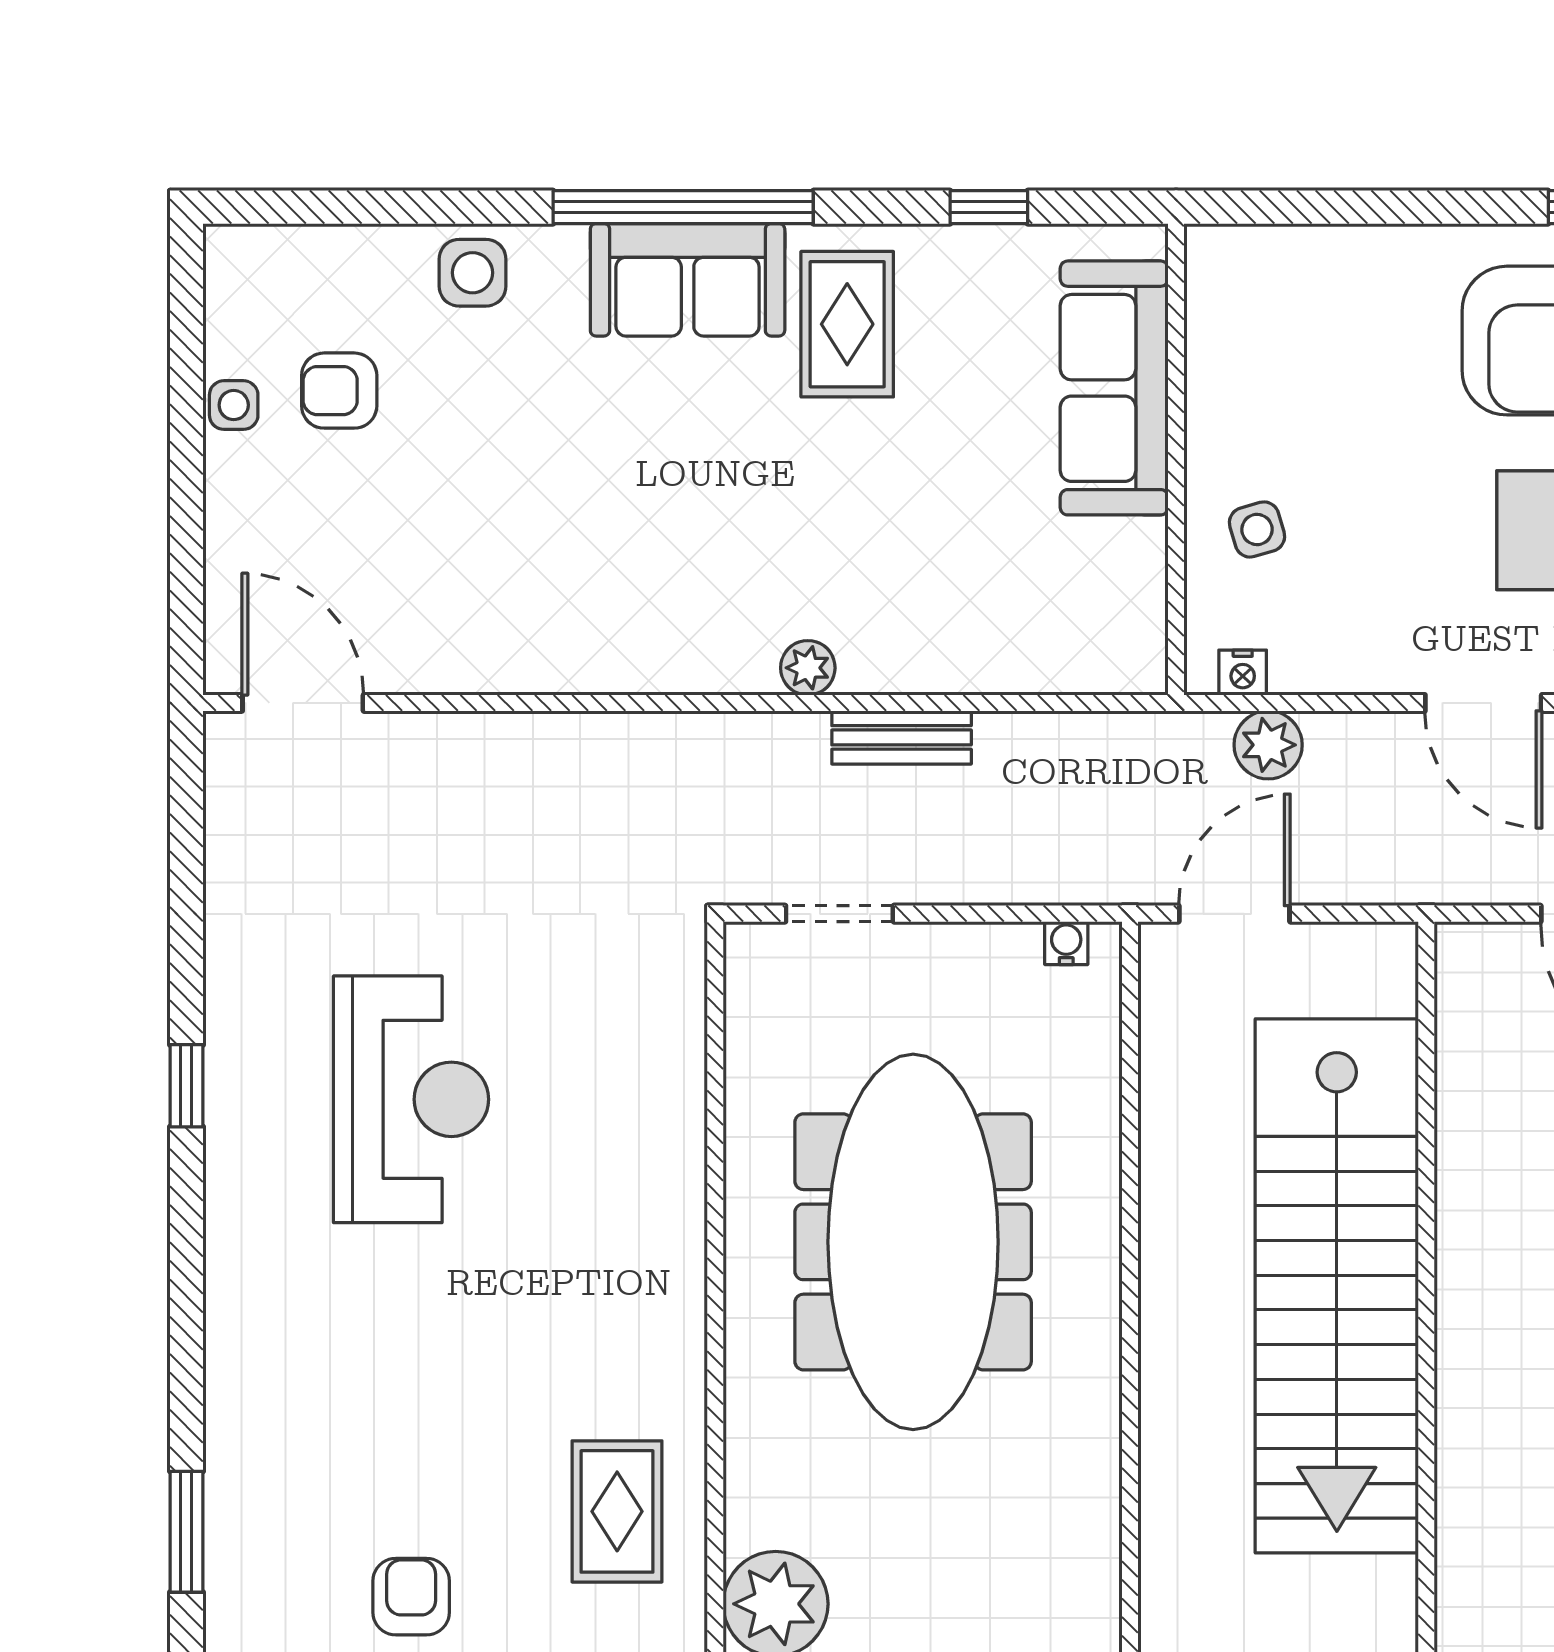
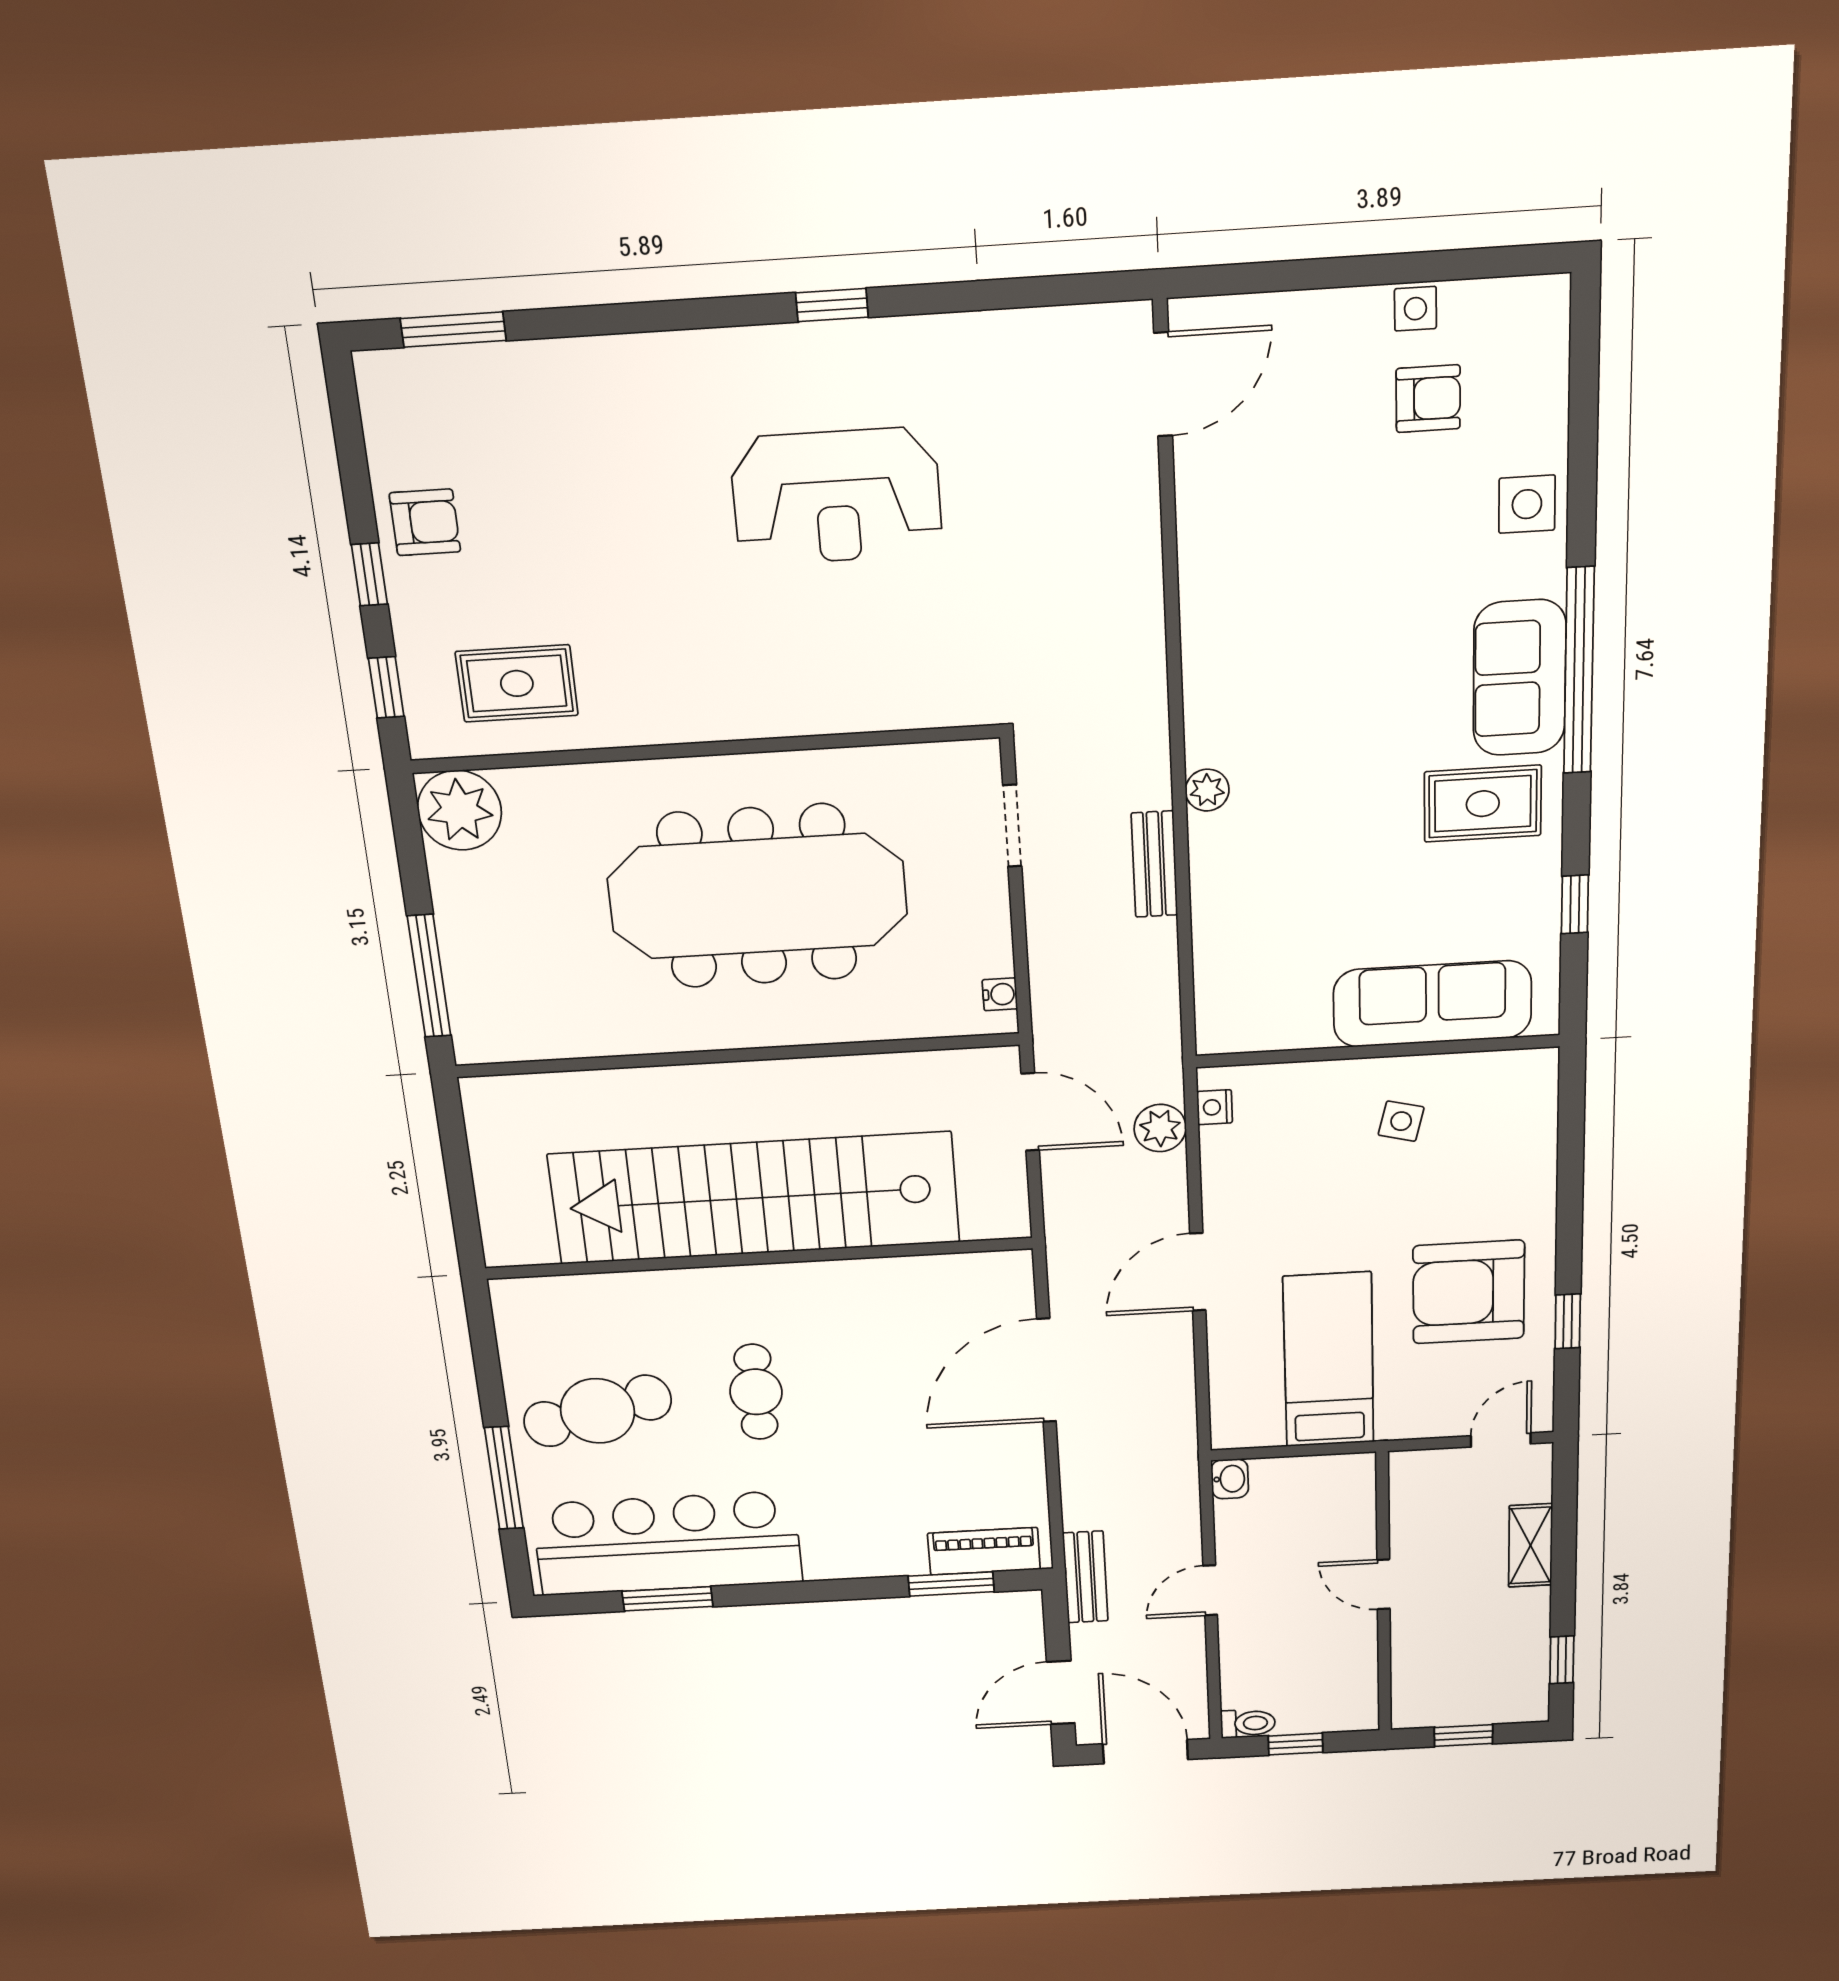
armchair: (339, 391) -> (1428, 399), turned 90
side table: (1257, 529) -> (1401, 1121), moved, turned 30

